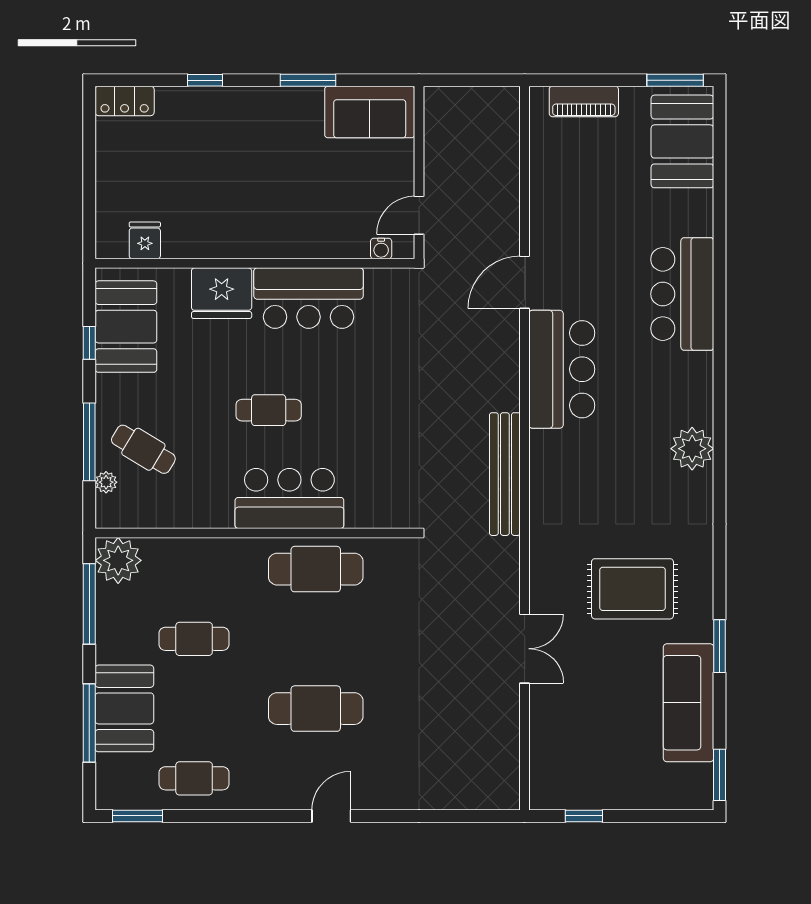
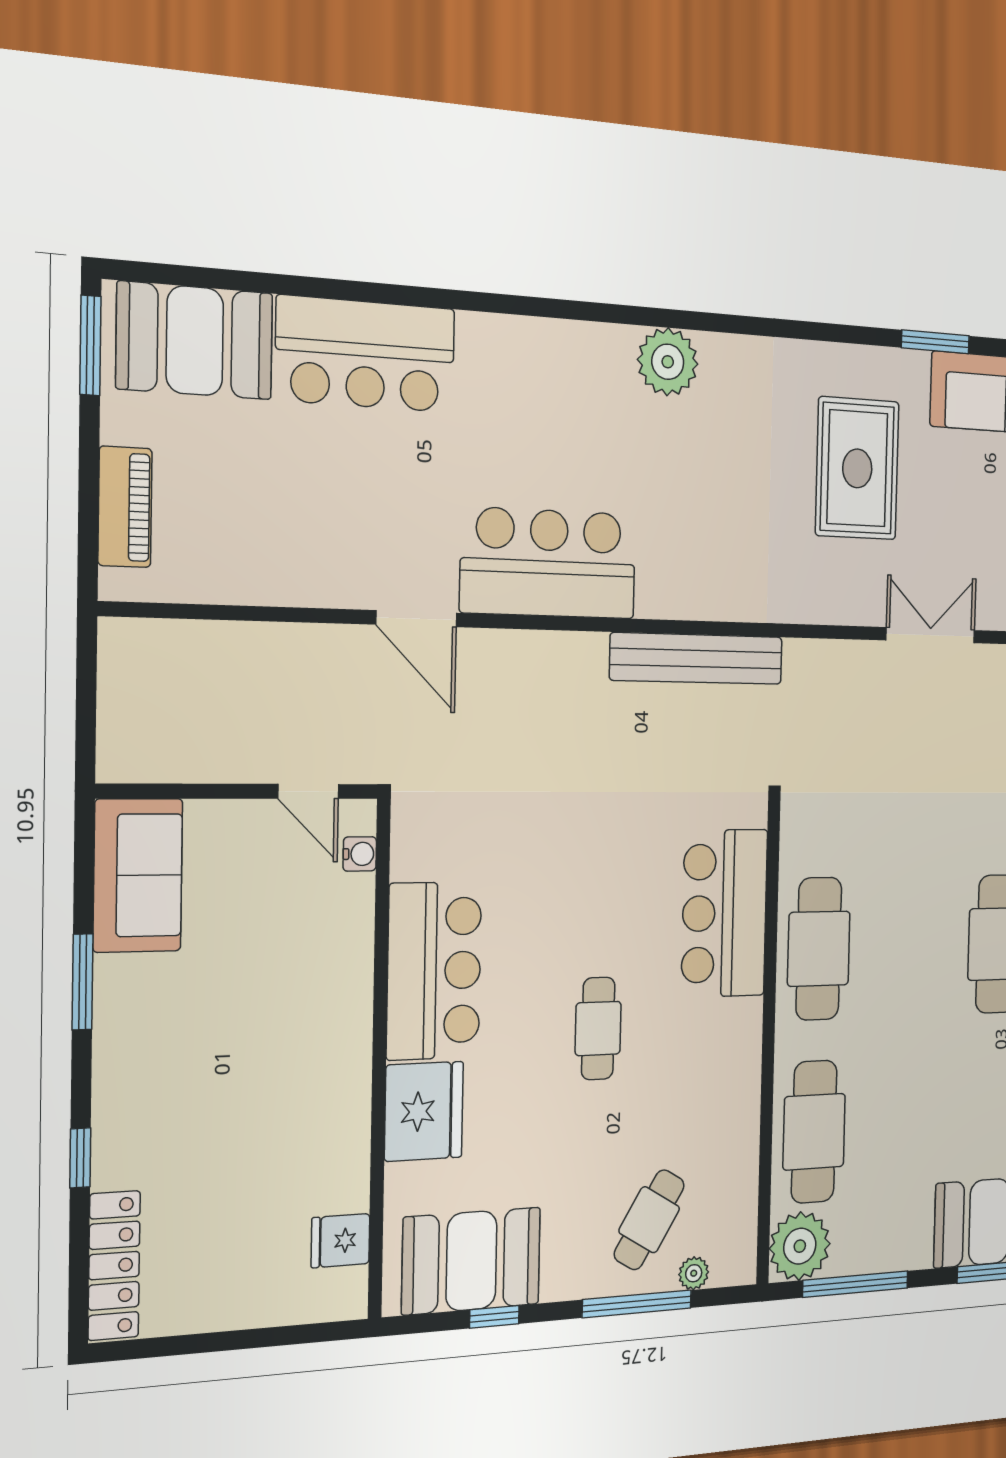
locker: (125, 101) -> (114, 1266), width x1.53
bar counter: (682, 294) -> (366, 354), moved
bar counter: (289, 498) -> (724, 913), moved
cafe table: (194, 639) -> (814, 1132), moved, width x1.37, depth x1.35

